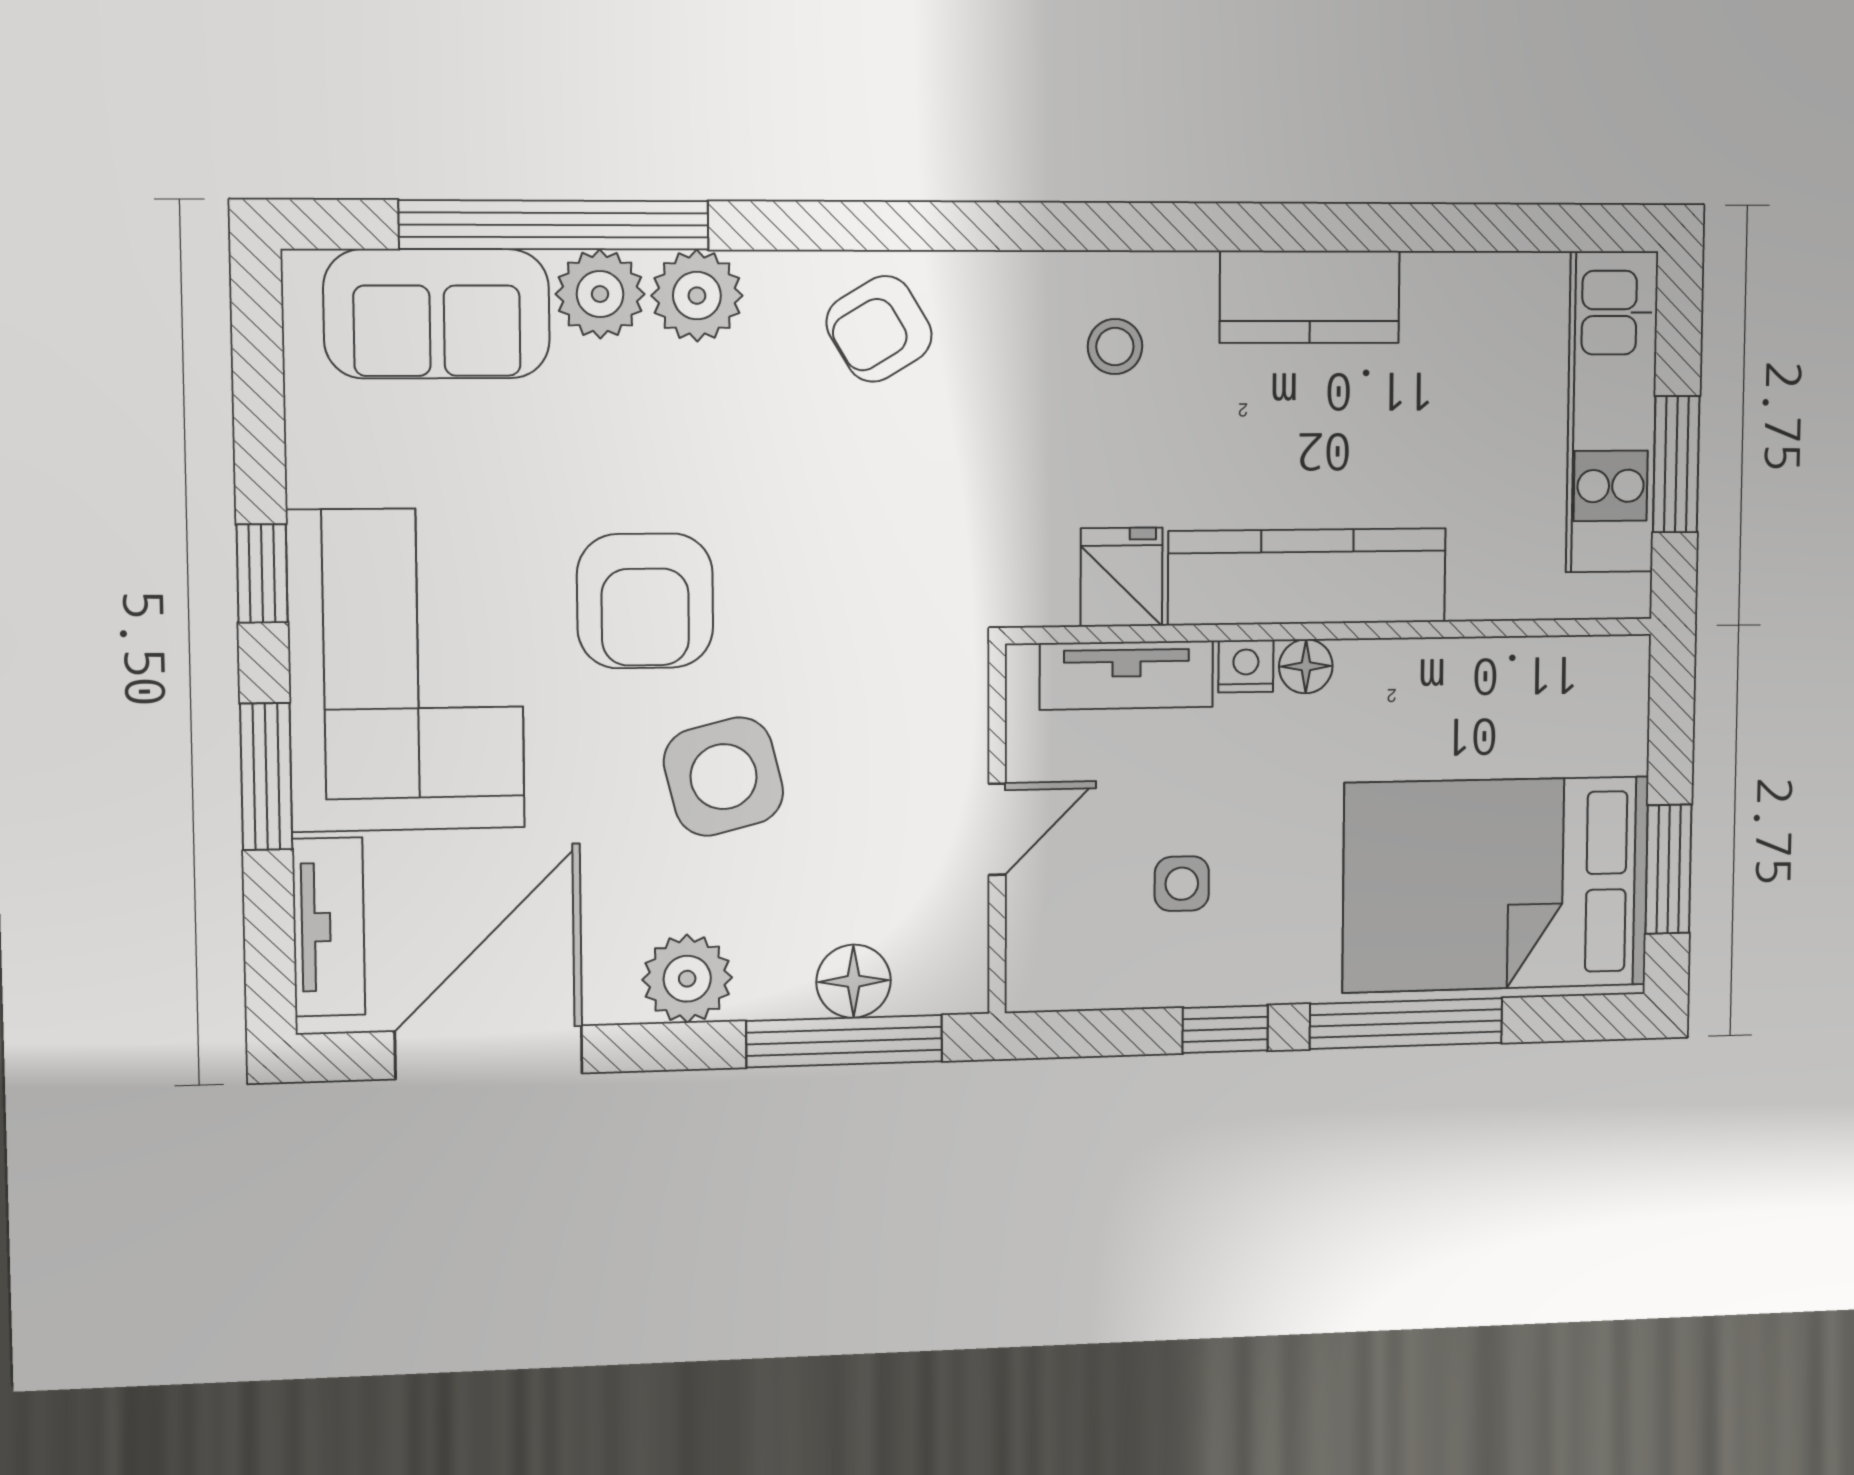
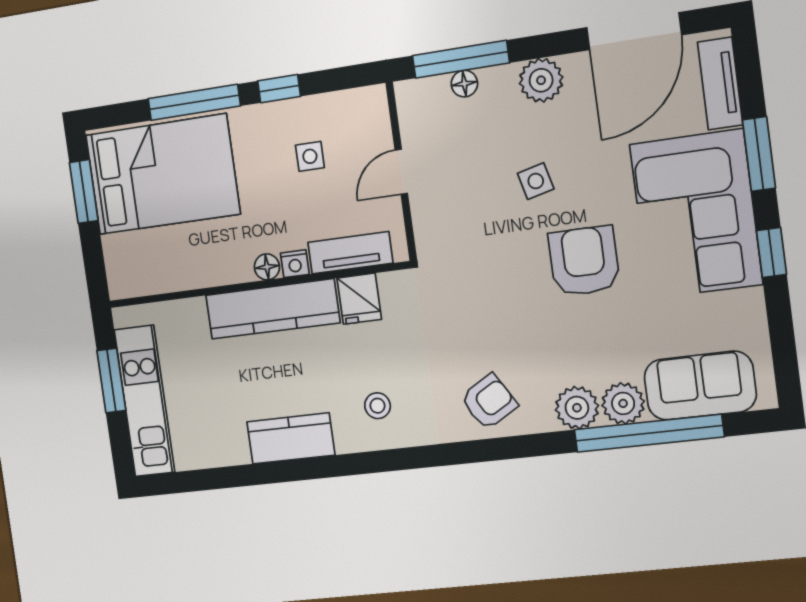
side table: (724, 777) -> (536, 181), width x0.54, depth x0.54
floor lamp: (854, 981) -> (464, 84), width x0.73, depth x0.73

